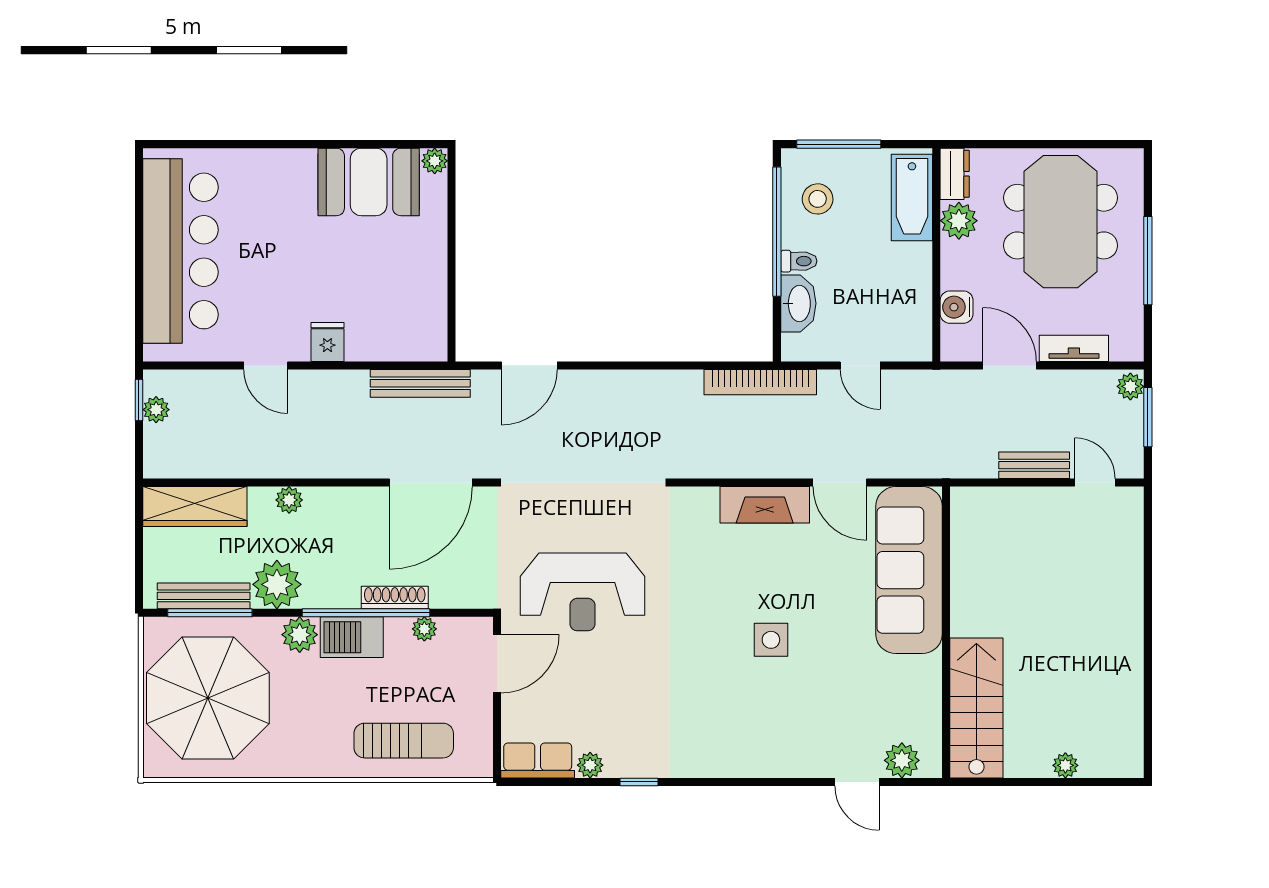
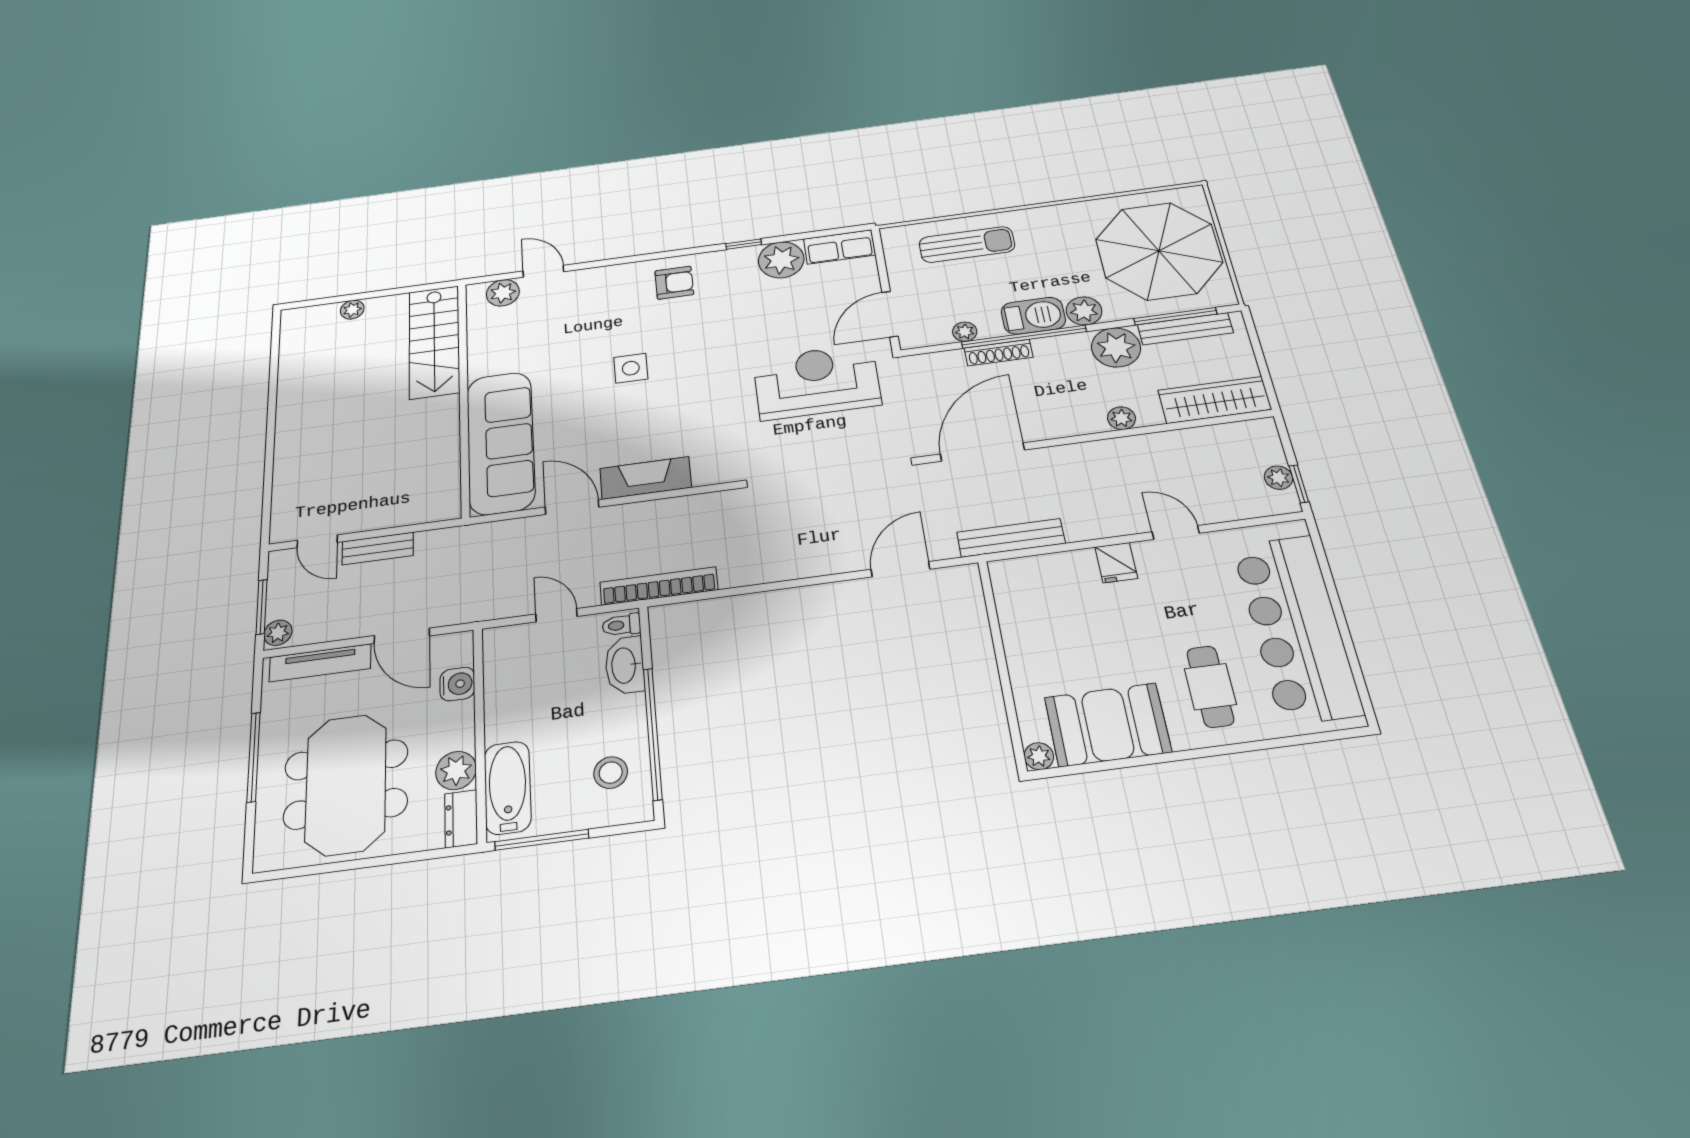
window: (839, 144) -> (542, 840), moved
cafe table: (271, 205) -> (1210, 687), added
toilet: (799, 261) -> (621, 625), moved
tv unit: (1074, 348) -> (320, 663), width x1.41
sun lounger: (404, 741) -> (967, 245), turned 180
armchair: (718, 743) -> (674, 283), added
plant: (590, 765) -> (781, 260), width x1.87, depth x1.87

